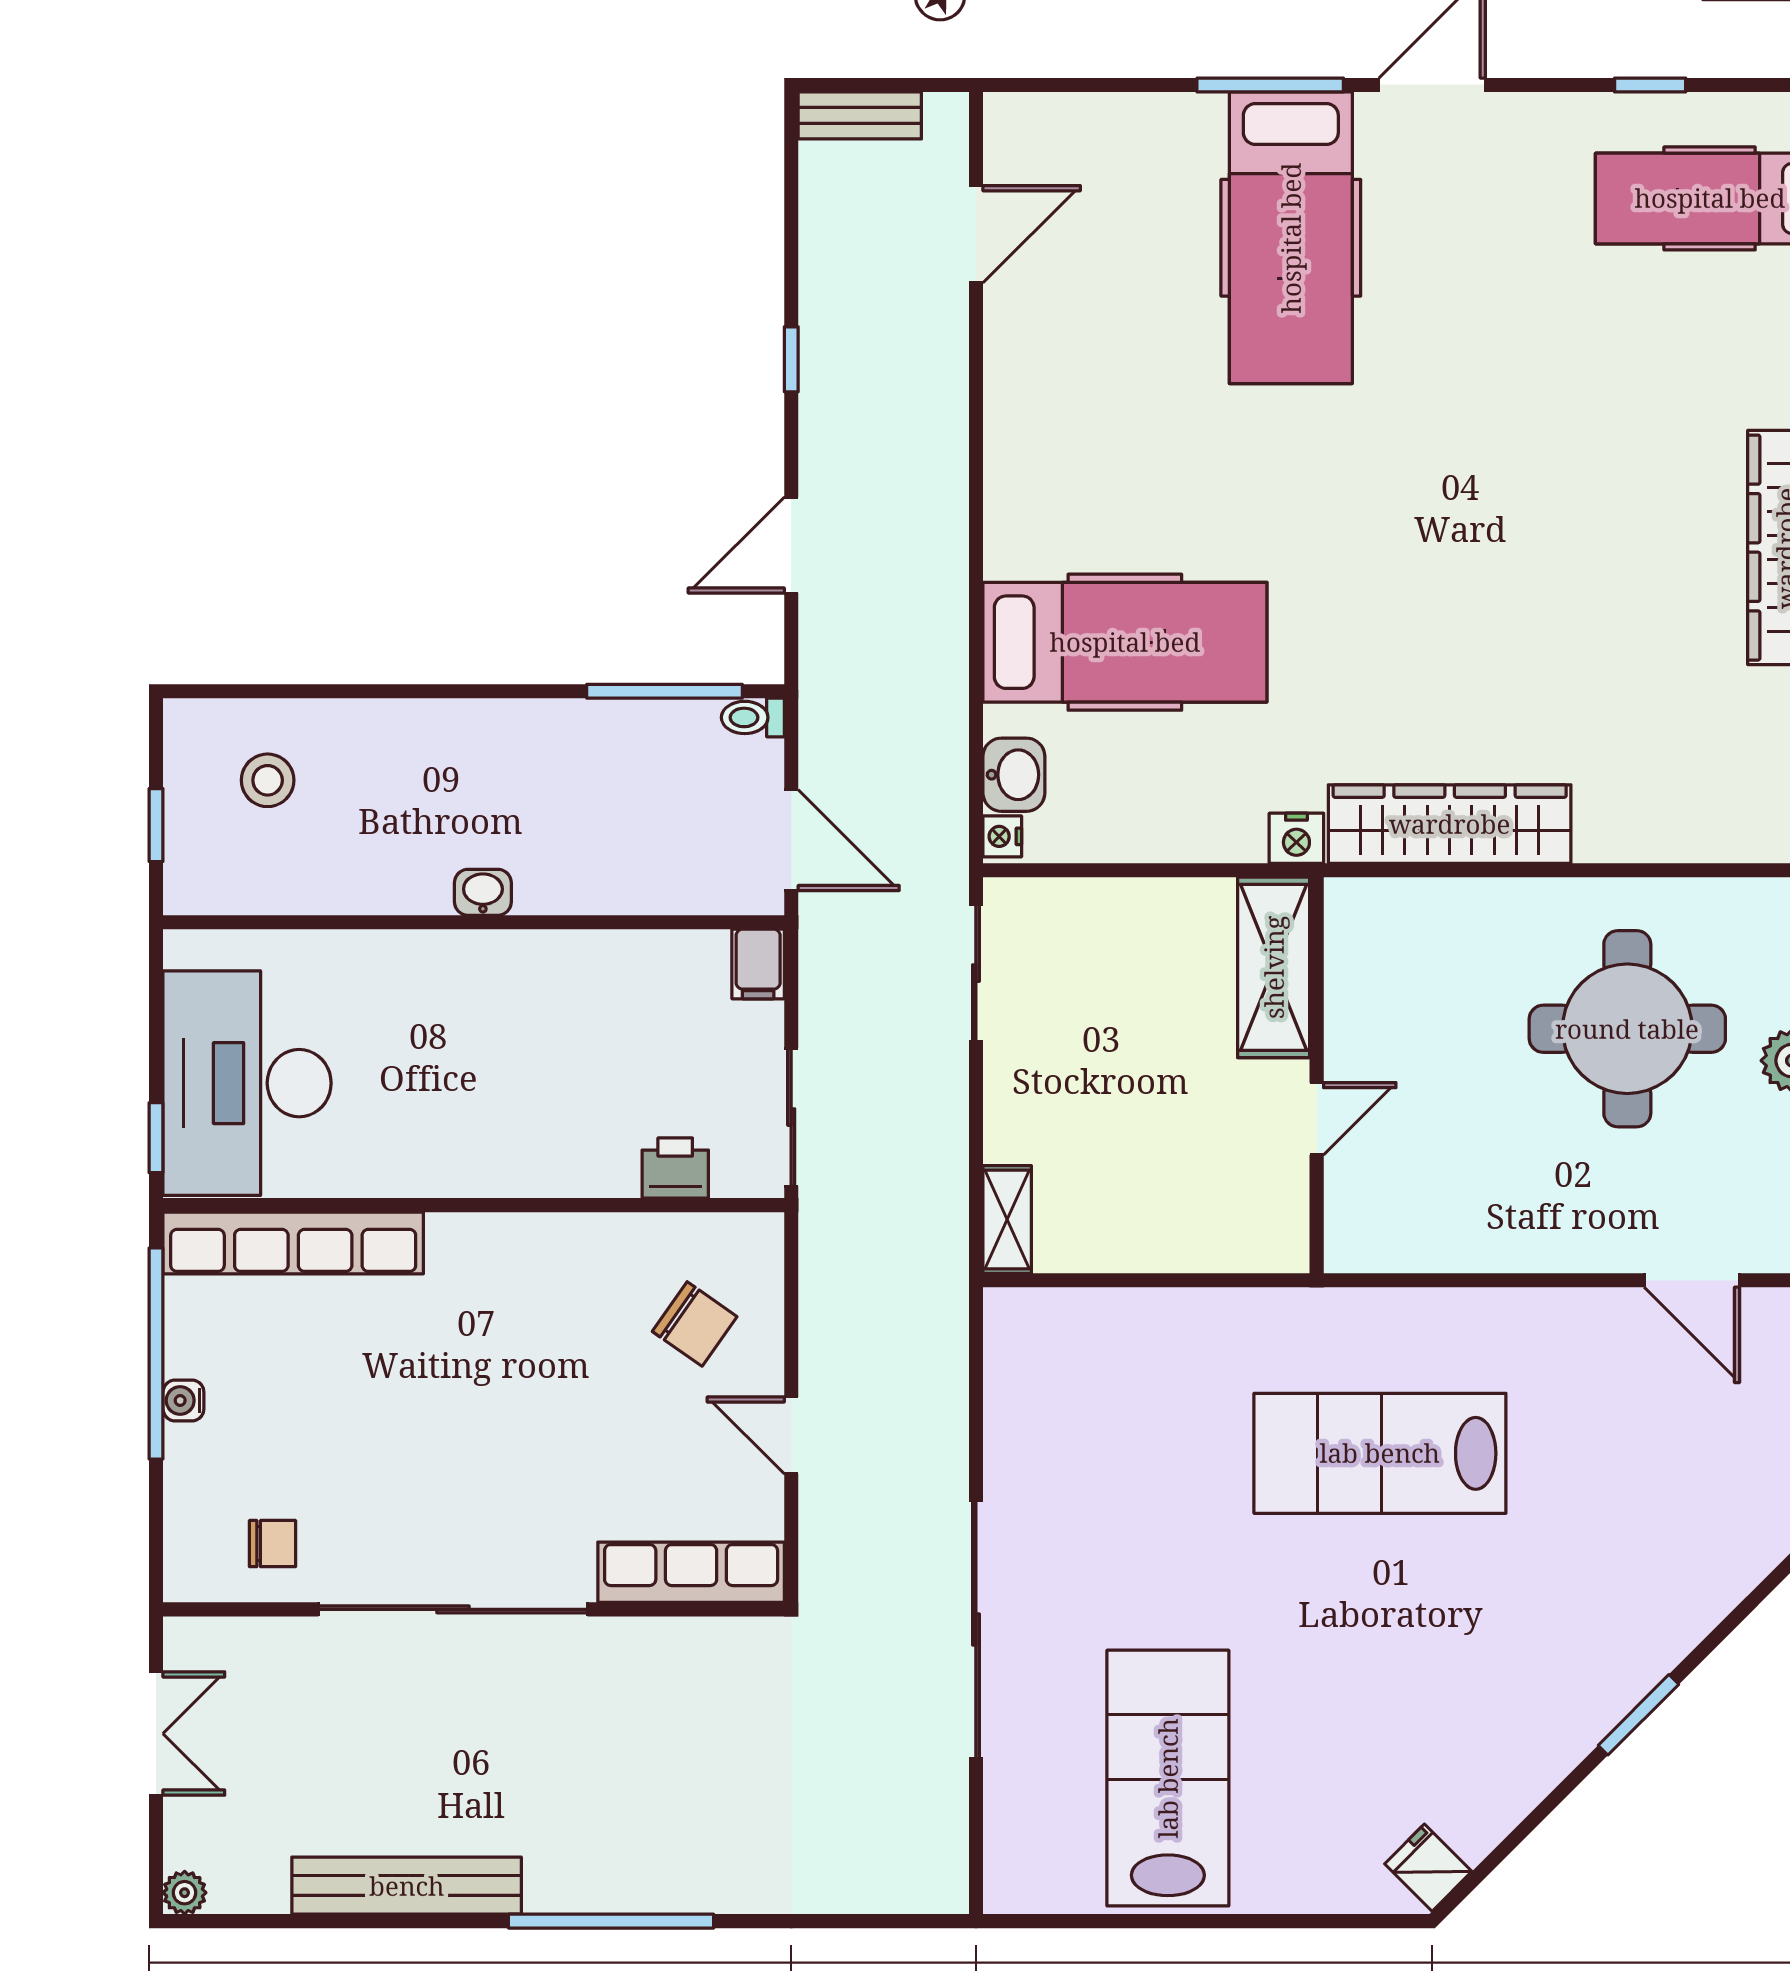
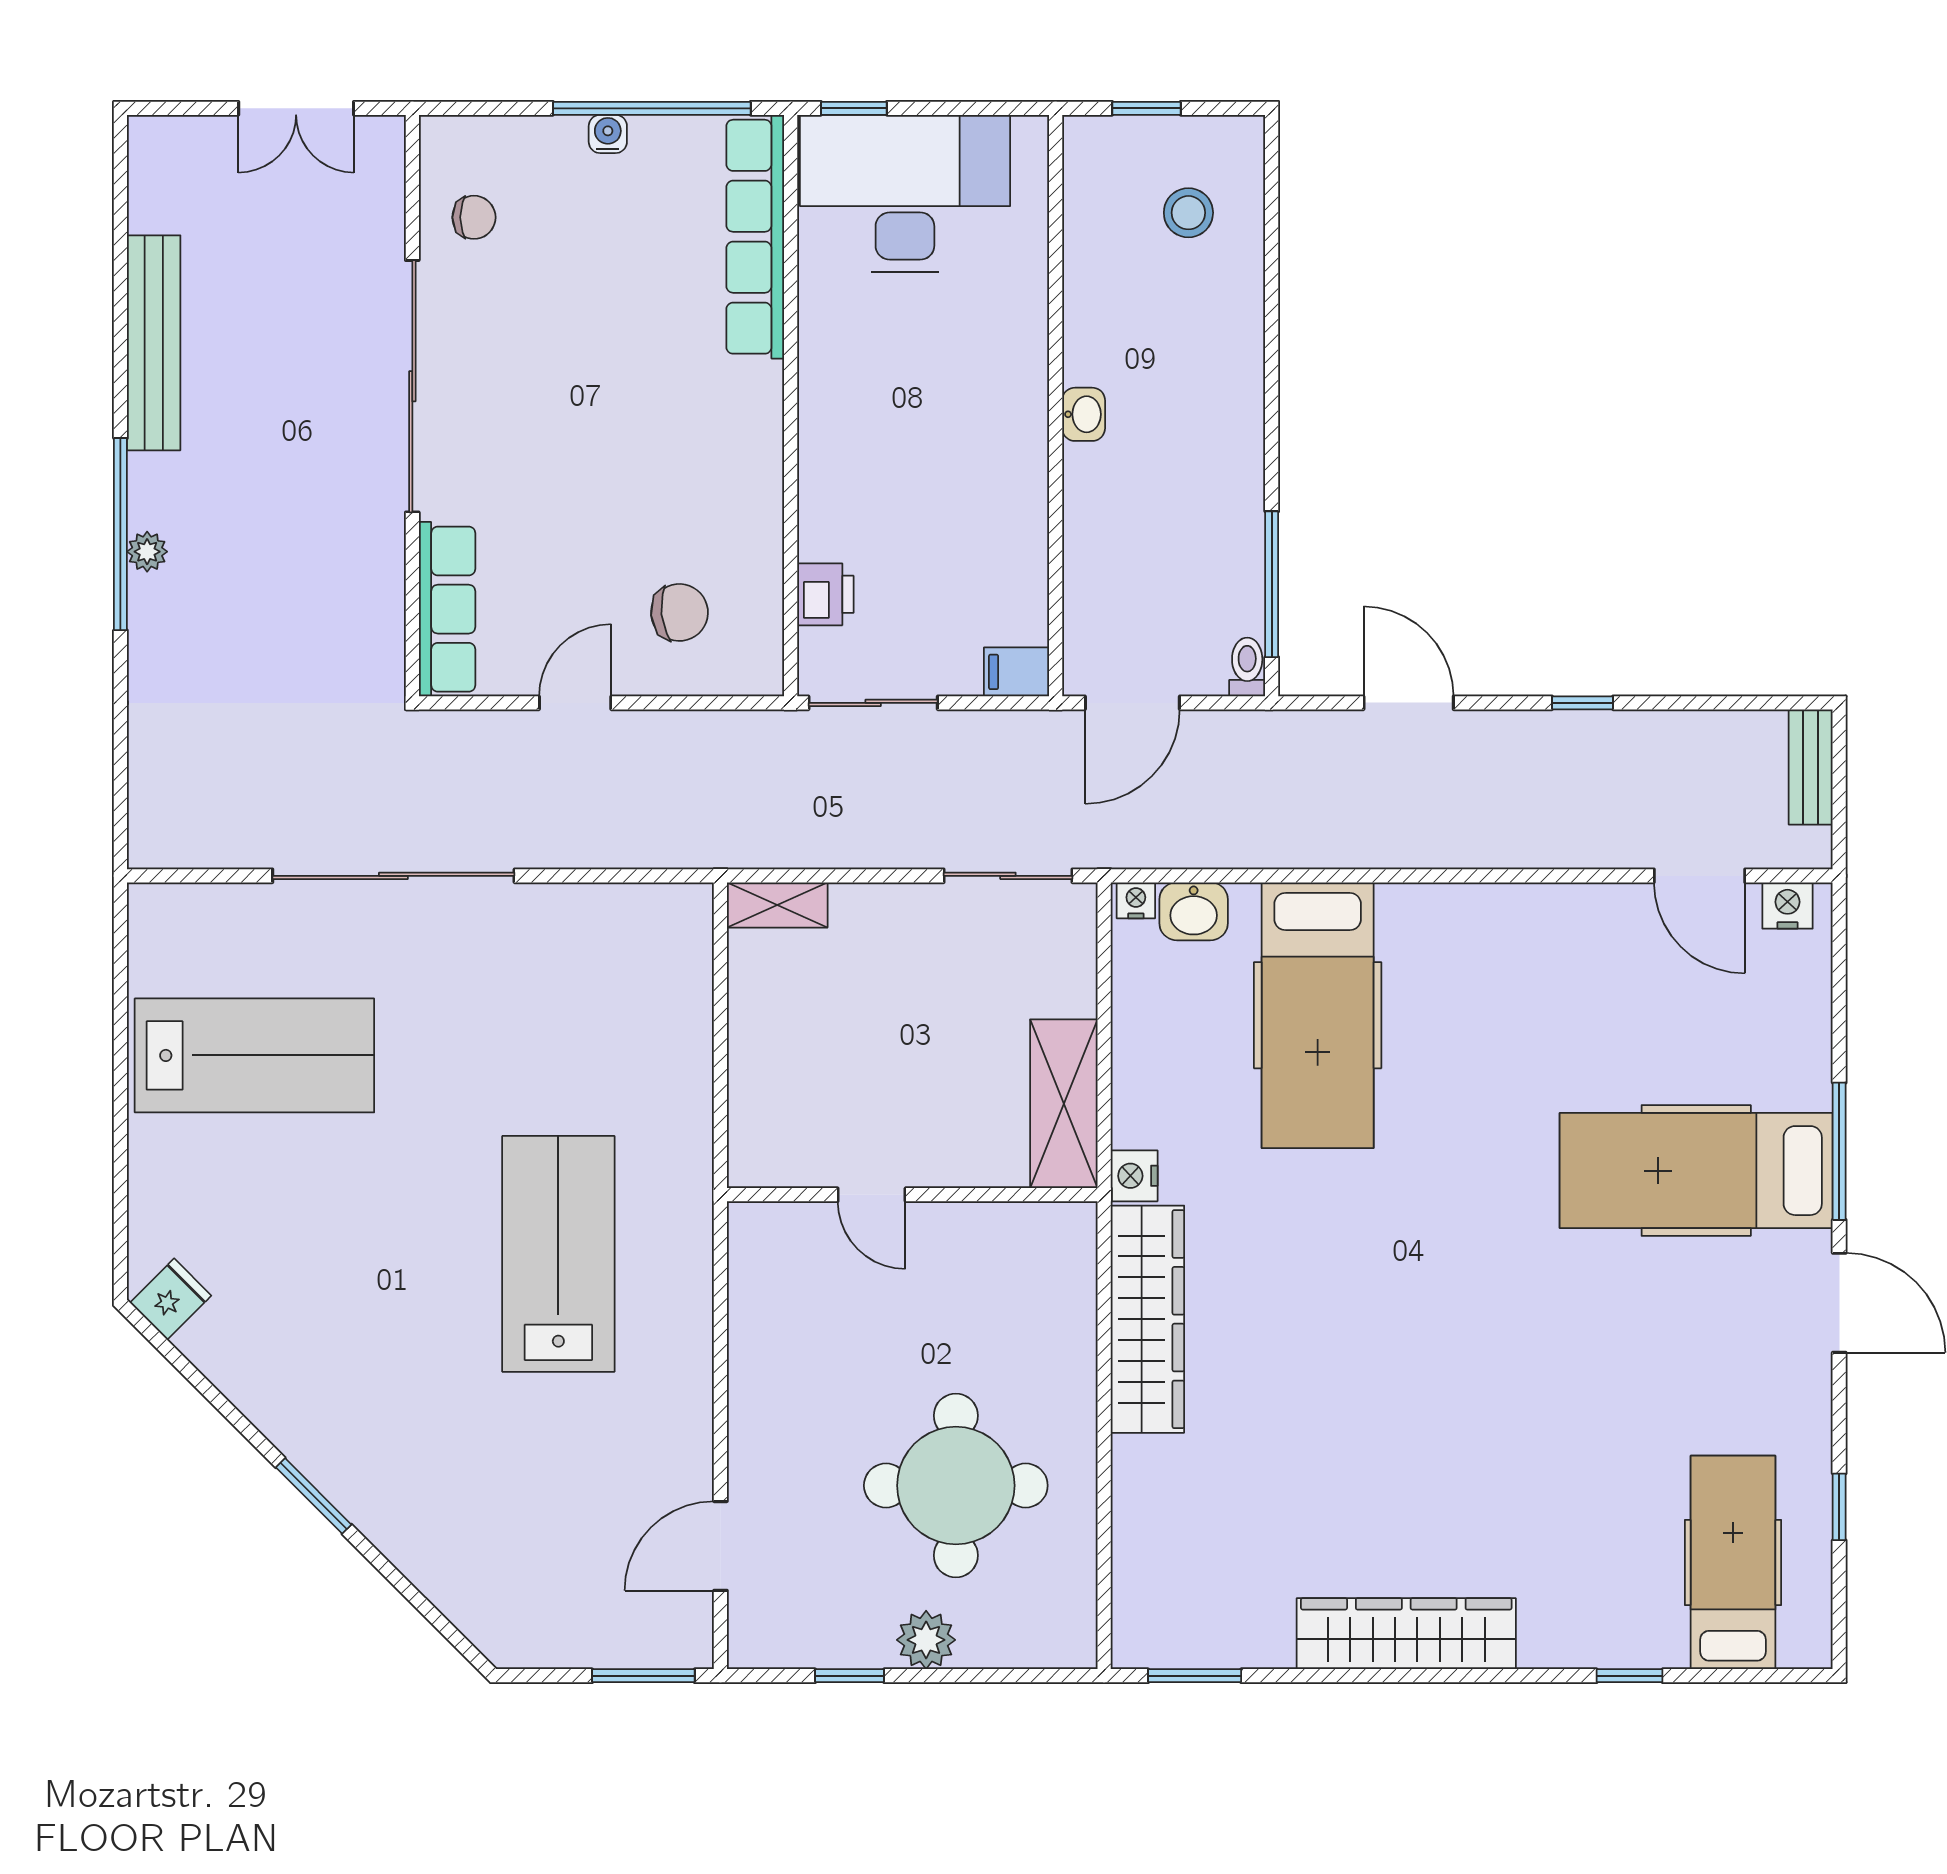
nightstand: (1008, 140) -> (1787, 905), added
shelving: (1274, 967) -> (1064, 1104), moved, turned 90
chair: (695, 1324) -> (679, 612), turned -131
chair: (273, 1544) -> (474, 217), turned -90
plant: (185, 1893) -> (147, 552), moved

